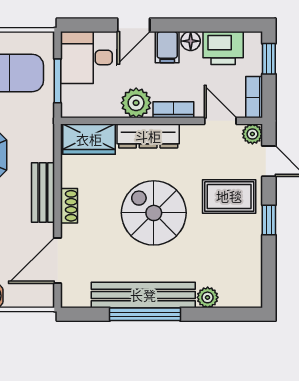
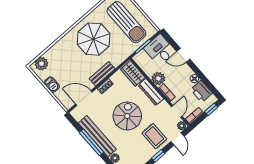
filing cabinet: (167, 47) -> (186, 73), removed

